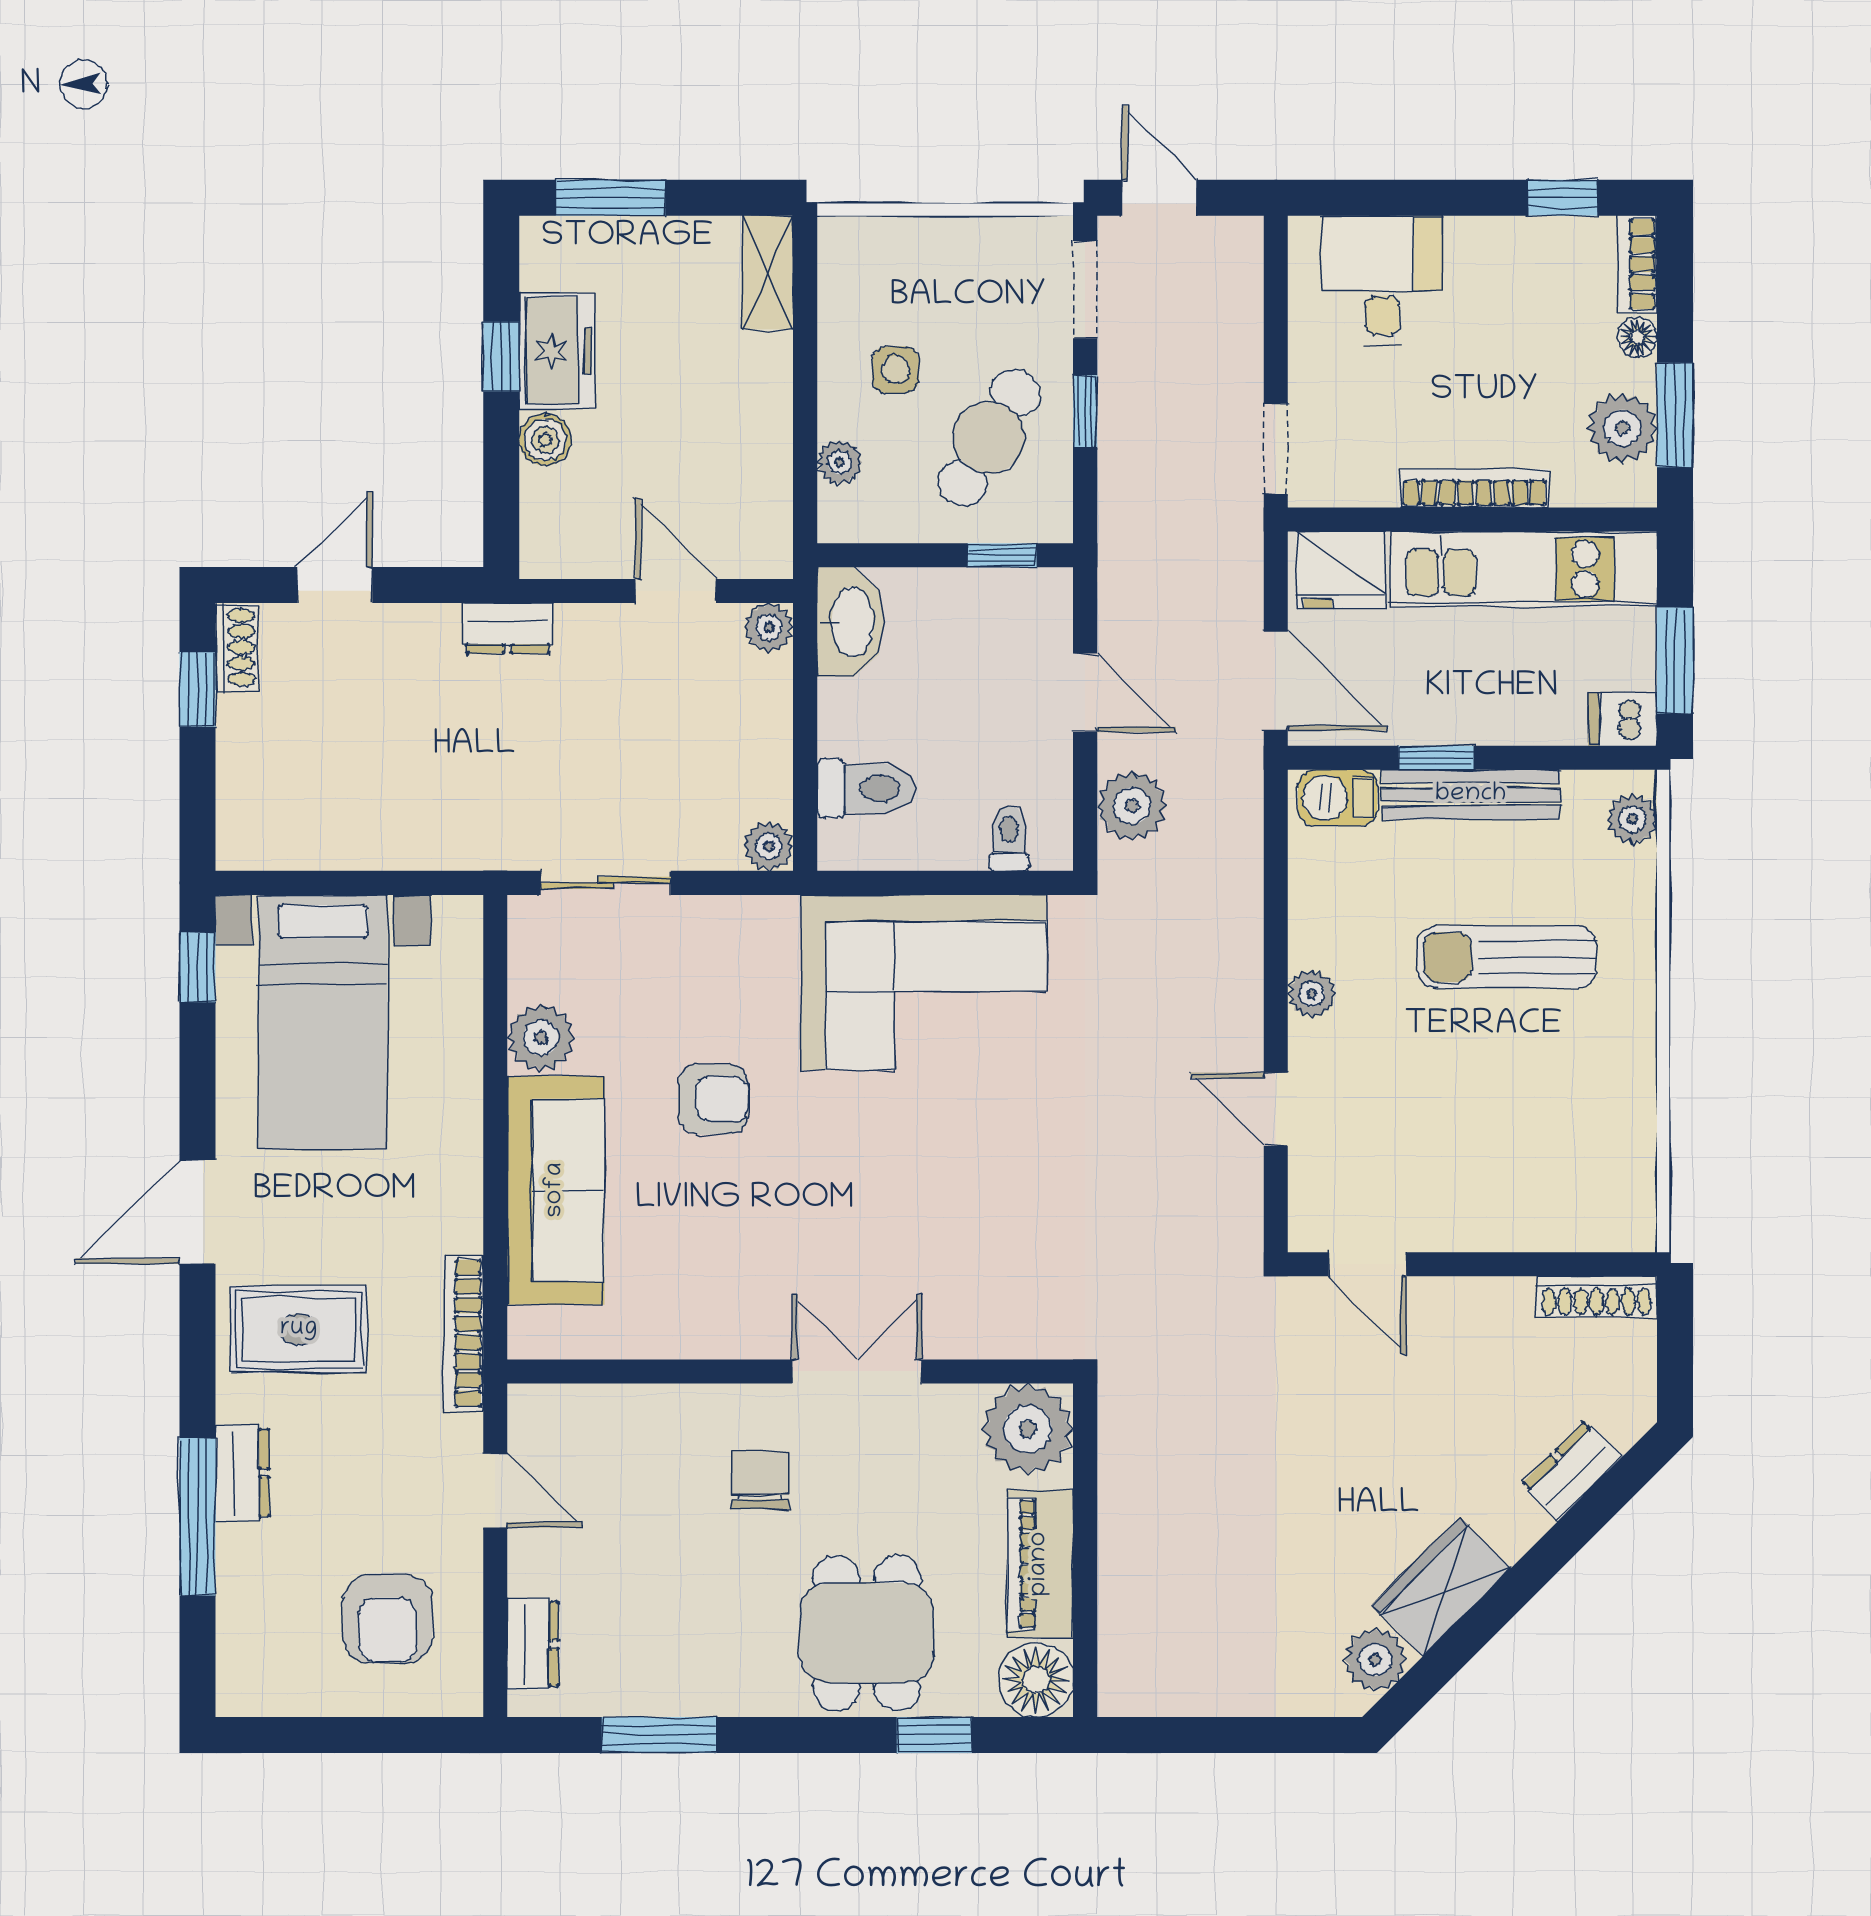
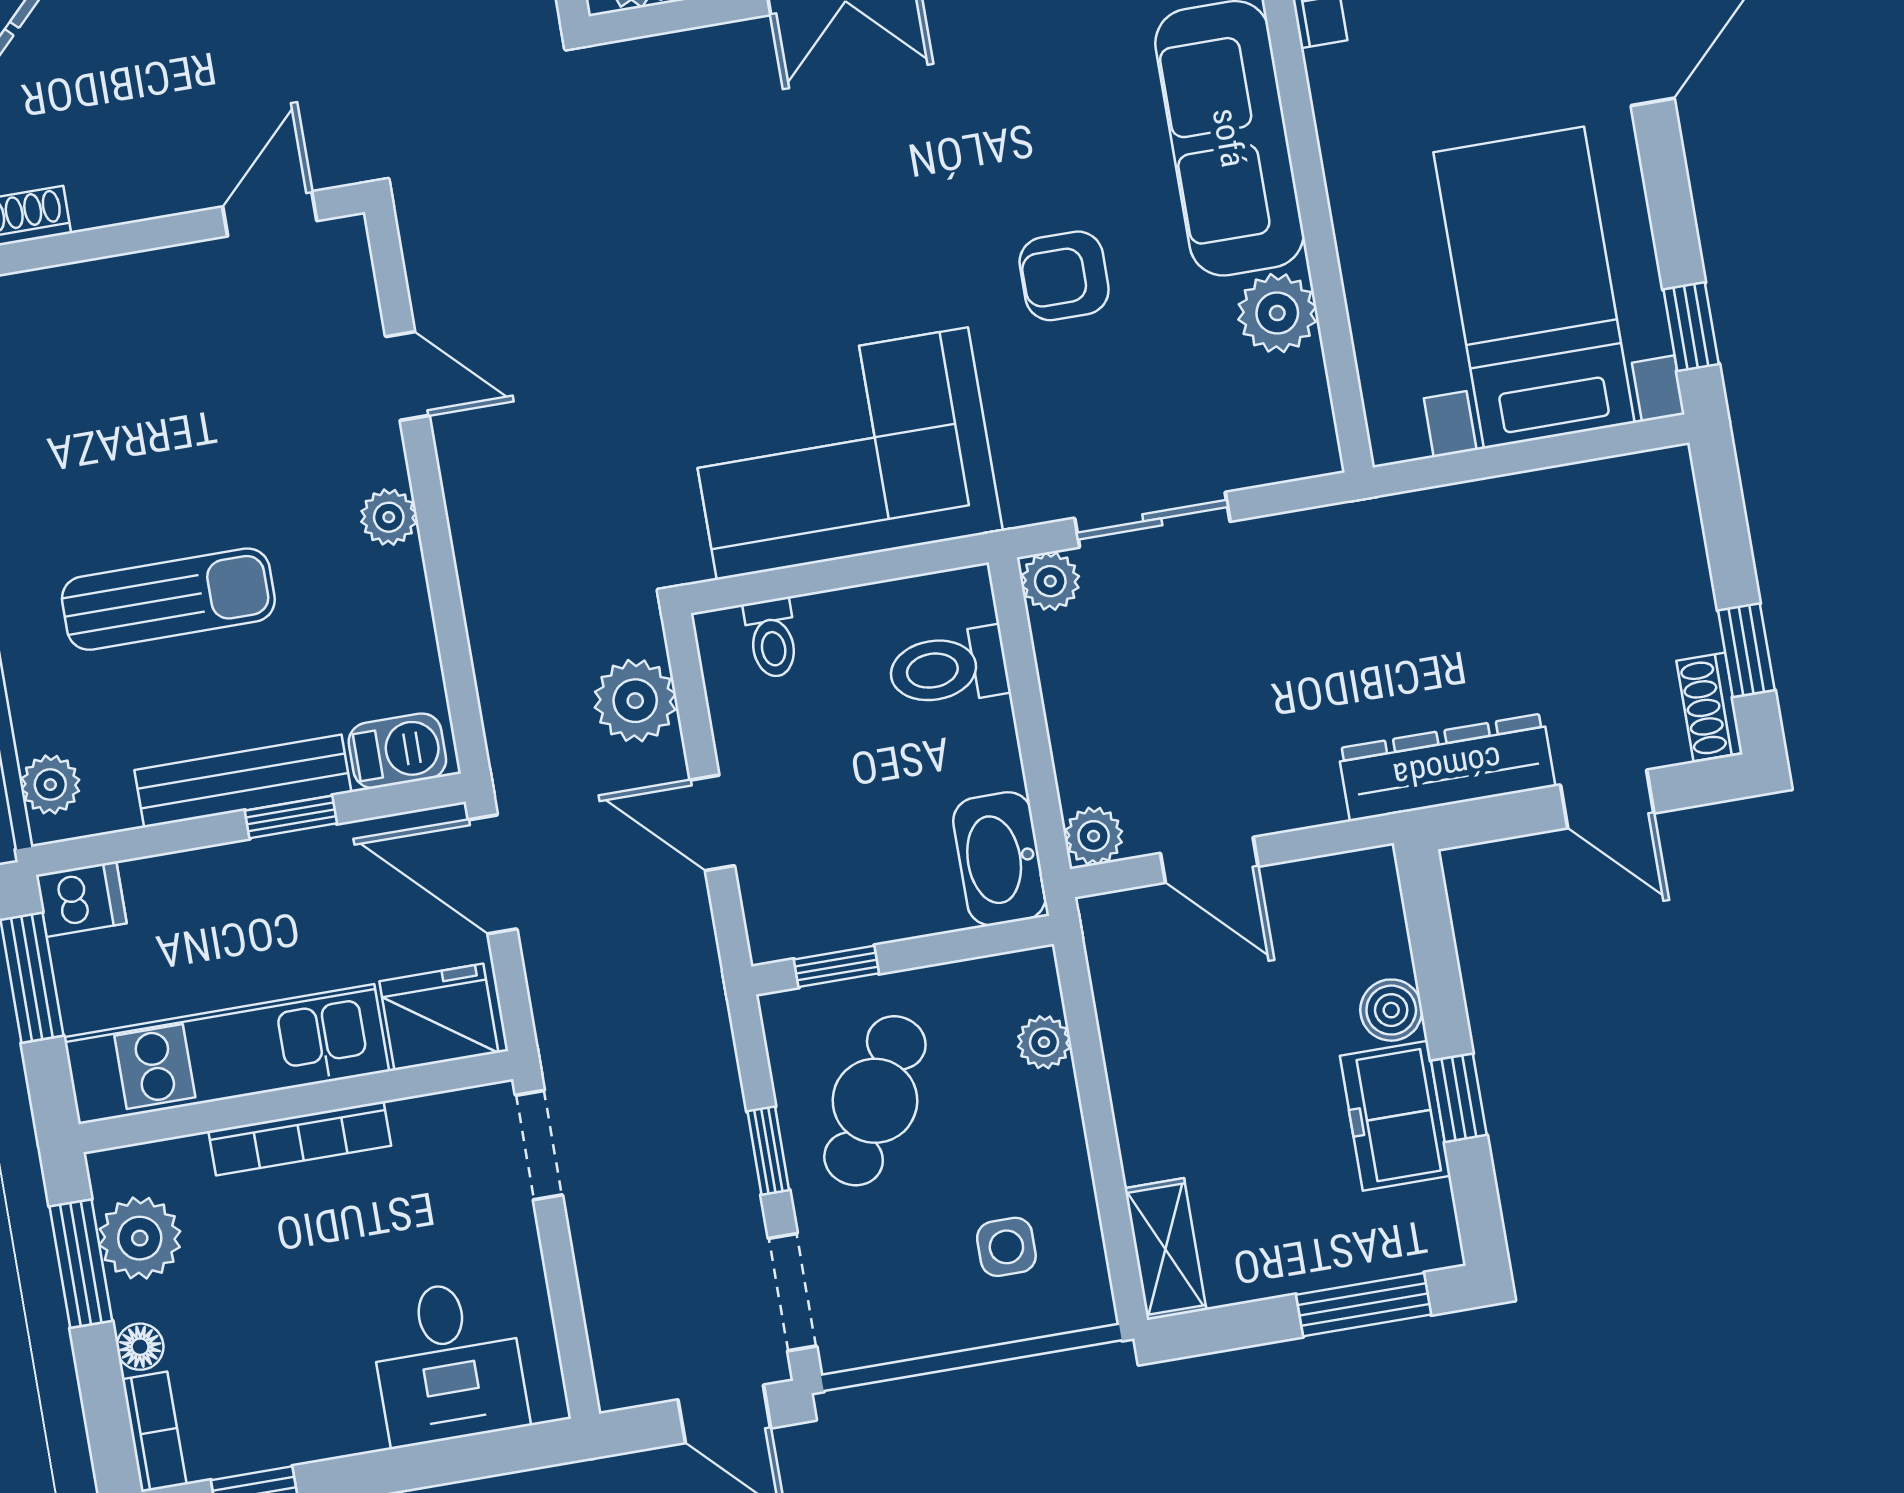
side table: (896, 370) -> (1006, 1247), moved
door: (335, 585) -> (1607, 799), hinge flipped
dresser: (508, 628) -> (1447, 767), width x1.96, depth x1.24
sliding door: (606, 883) -> (1152, 520), moved
door: (1368, 1264) -> (270, 214), hinge flipped

